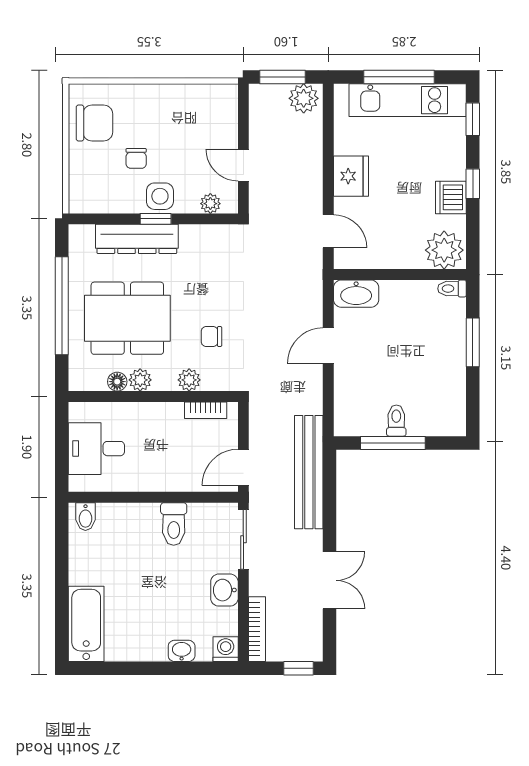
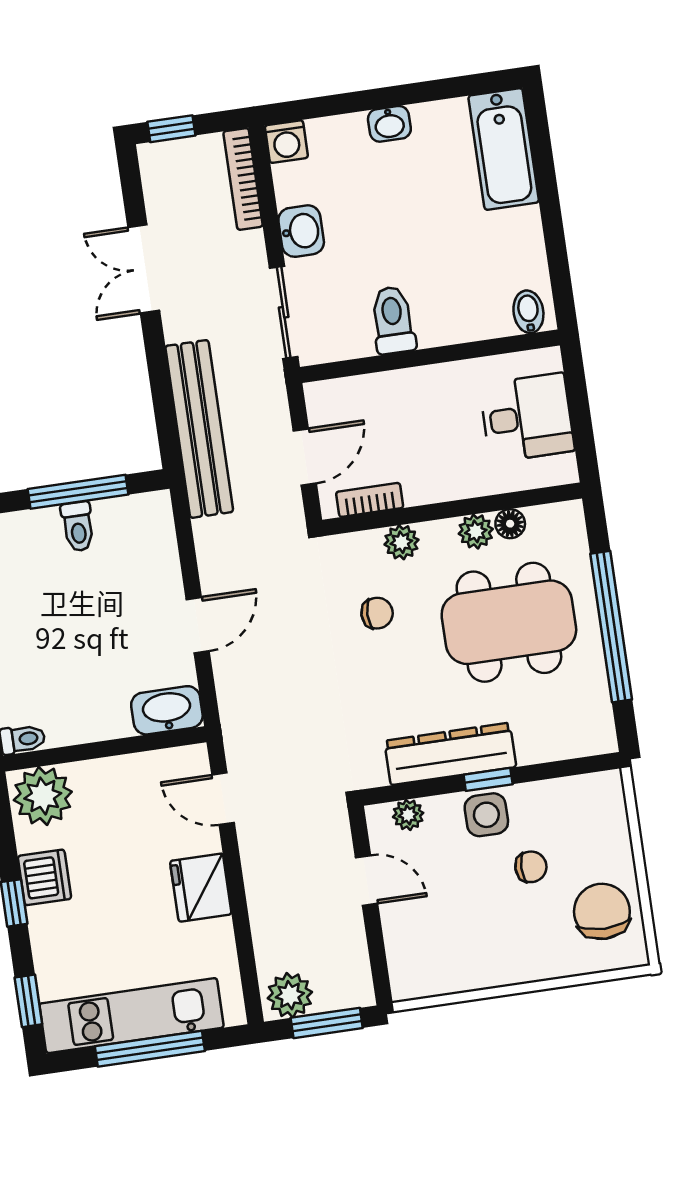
chair: (94, 123) -> (602, 911), turned 90
chair: (136, 158) -> (531, 867), turned 90
dresser: (137, 239) -> (450, 754), moved
door: (243, 467) -> (305, 457), moved
washbasin: (182, 651) -> (389, 124), moved

